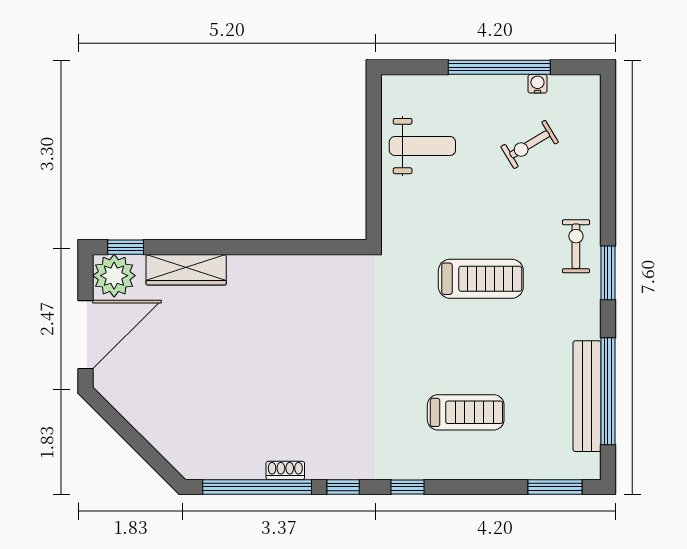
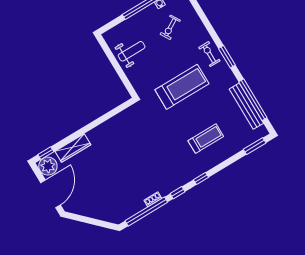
treadmill: (481, 279) -> (182, 87), width x1.37, depth x1.38

